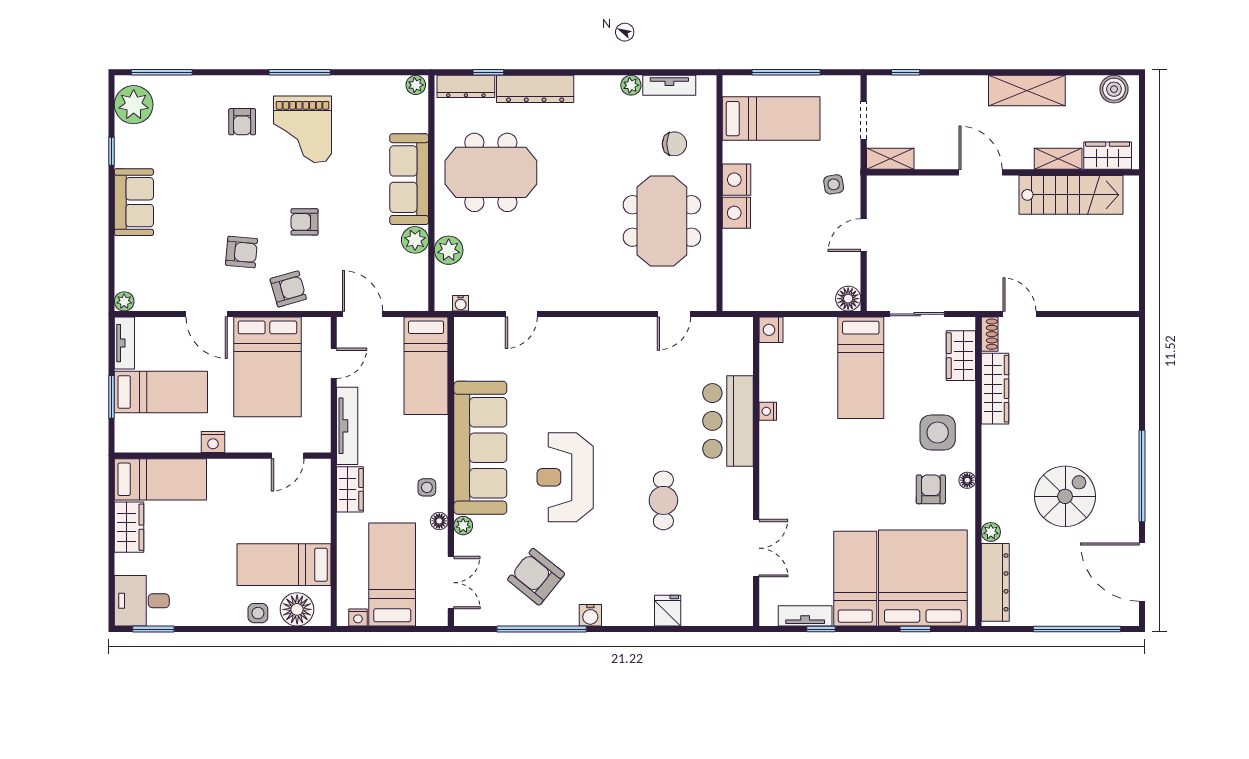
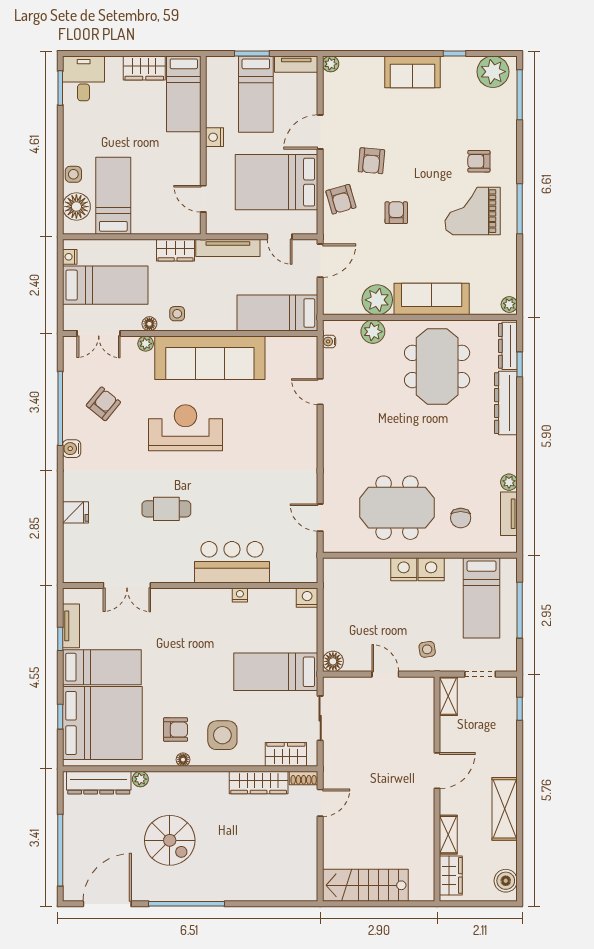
stairs: (1071, 195) -> (365, 885), moved, turned 90
plant: (415, 240) -> (377, 300), width x1.36, depth x1.36
armchair: (536, 577) -> (103, 404), width x0.72, depth x0.72

